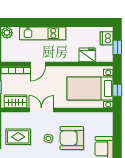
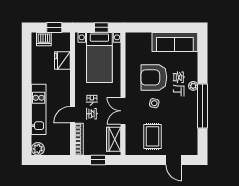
door: (38, 64) -> (72, 115), swing flipped
armchair: (72, 138) -> (154, 77), turned 90

